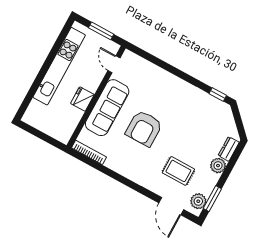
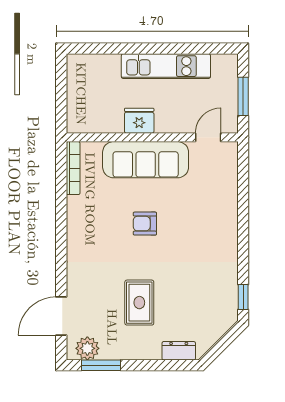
kitchen unit: (59, 66) -> (166, 66), width x0.73
armchair: (144, 128) -> (145, 224), width x0.53, depth x0.53
plant: (218, 166) -> (149, 349), removed
rug: (178, 171) -> (139, 303), moved

